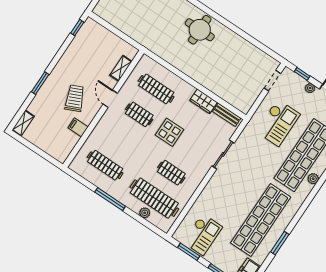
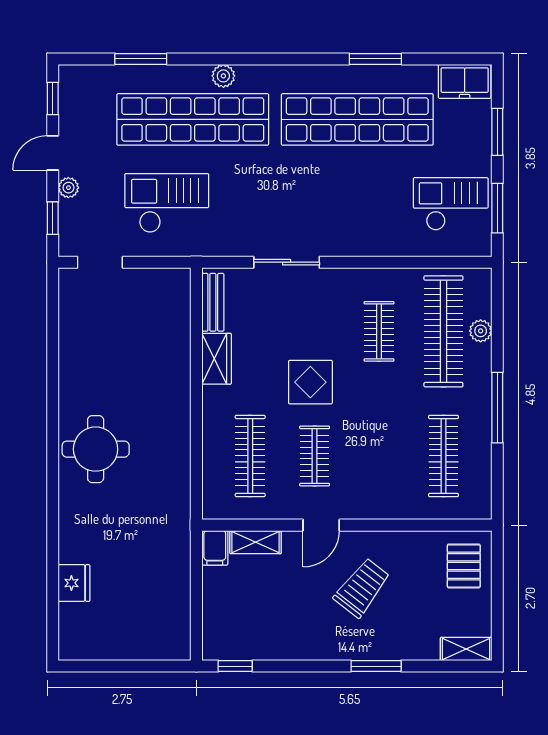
trolley: (75, 98) -> (362, 588), turned 152
filing cabinet: (78, 127) -> (215, 548), moved
pallet: (56, 144) -> (464, 566), added

